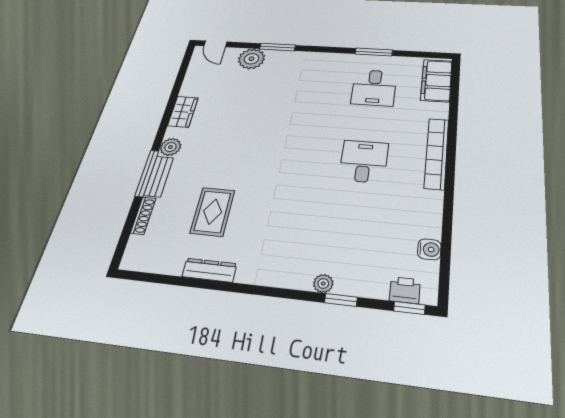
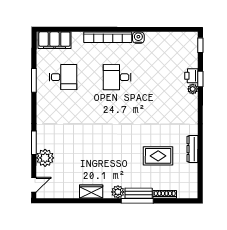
water cooler: (429, 249) -> (138, 38), moved
printer: (405, 290) -> (191, 76), moved

